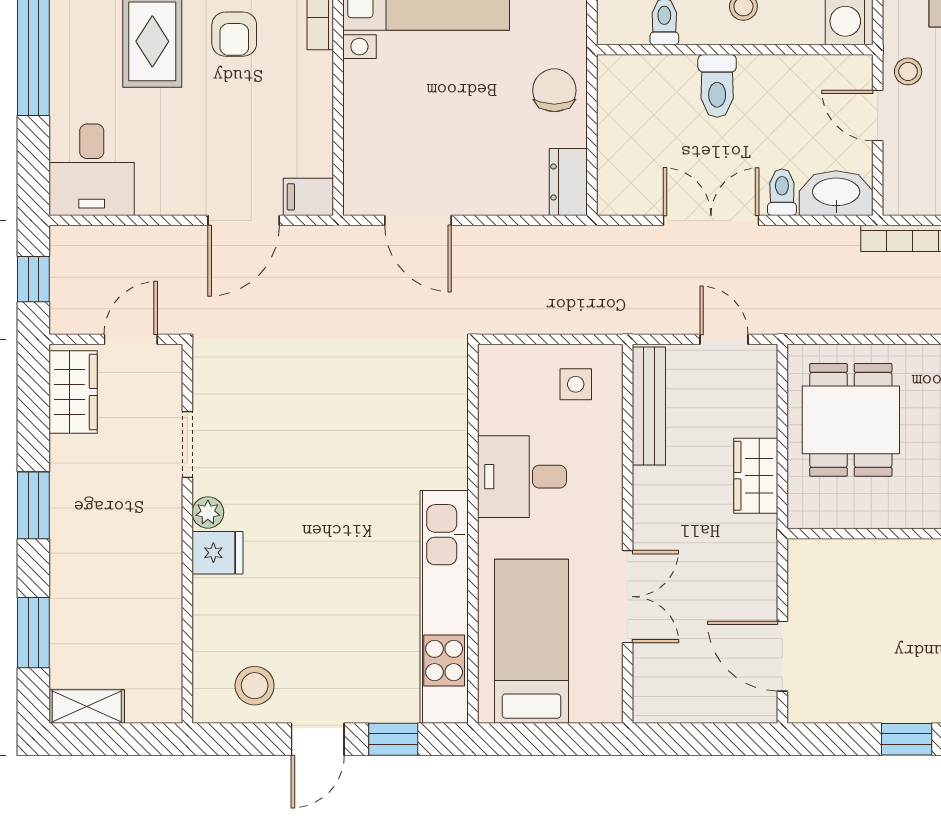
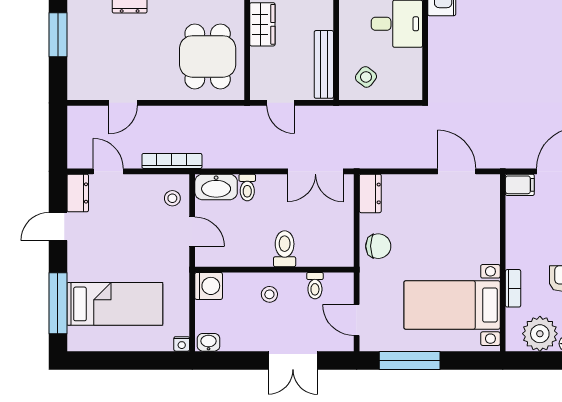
stool: (908, 71) -> (172, 198), moved
chair: (554, 90) -> (378, 246), turned -90
double door: (711, 220) -> (315, 171), moved
side table: (576, 384) -> (366, 77), turned 38

